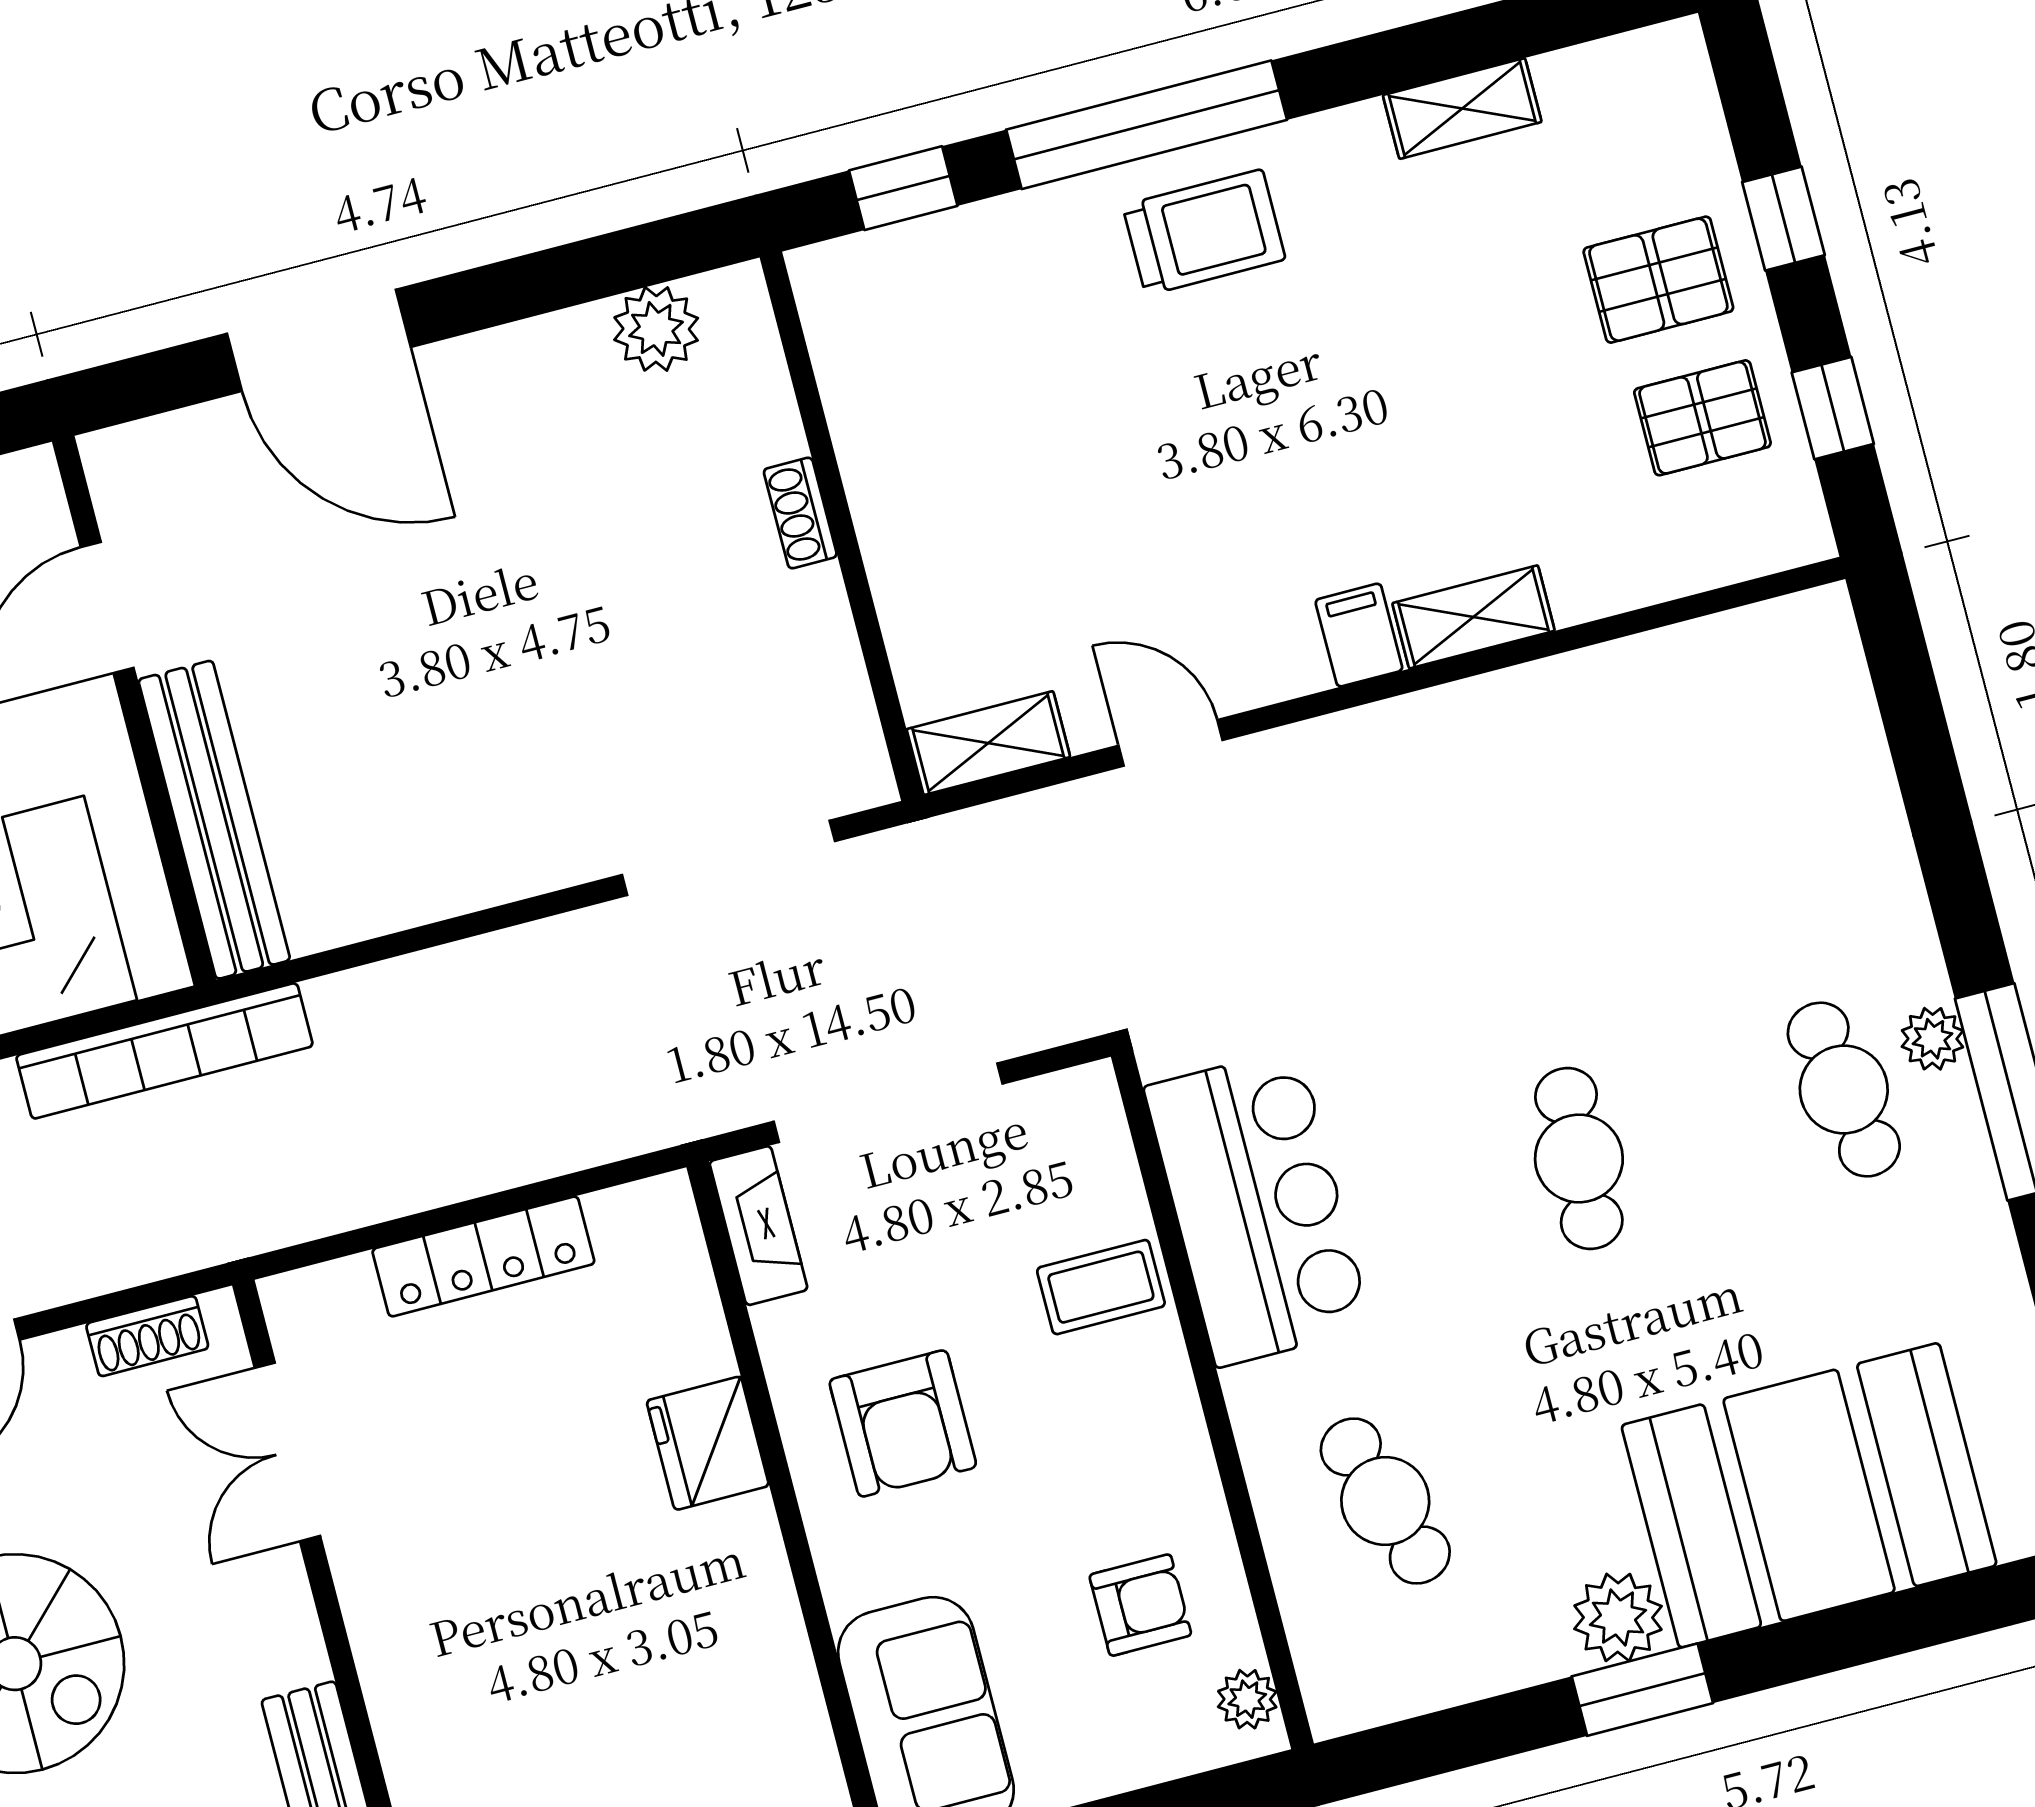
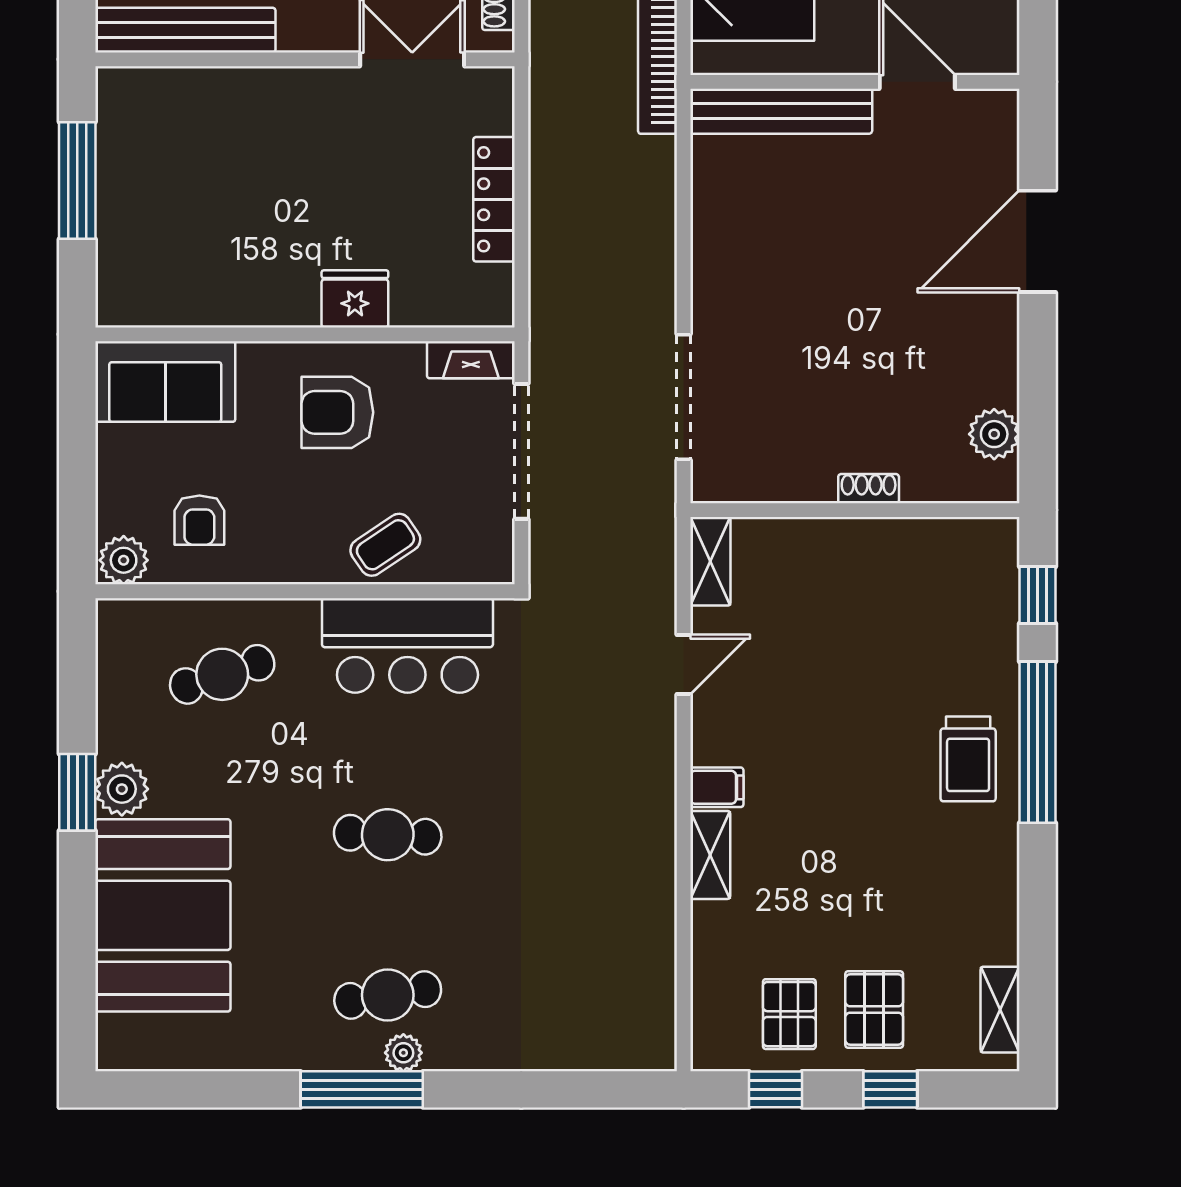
shelving: (1462, 109) -> (1000, 1010), moved
coffee table: (1101, 1287) -> (385, 545), turned 56
plant: (1247, 1699) -> (124, 560), width x1.38, depth x1.38

